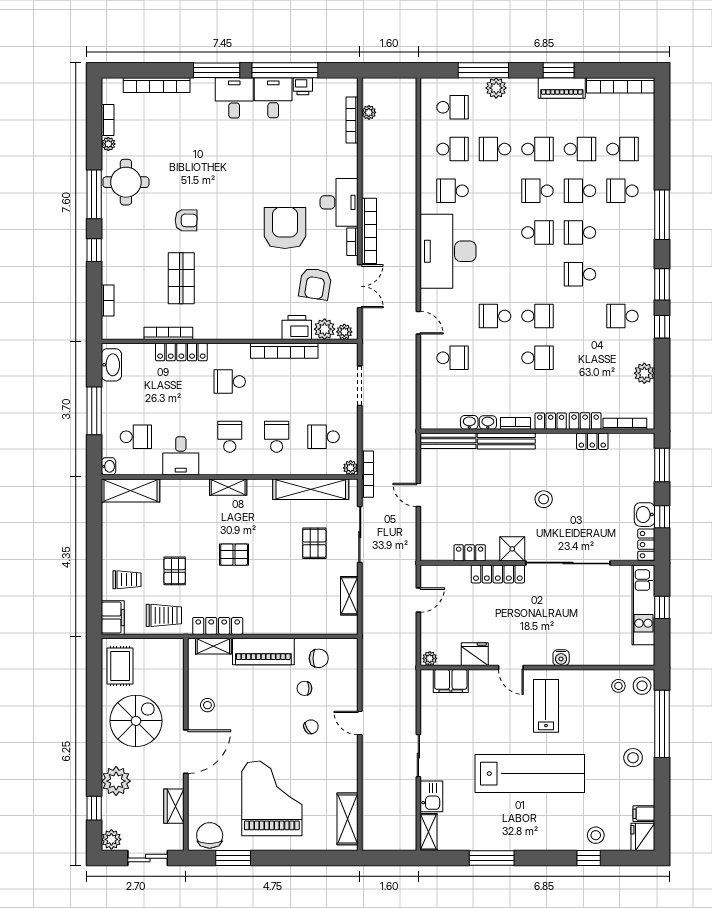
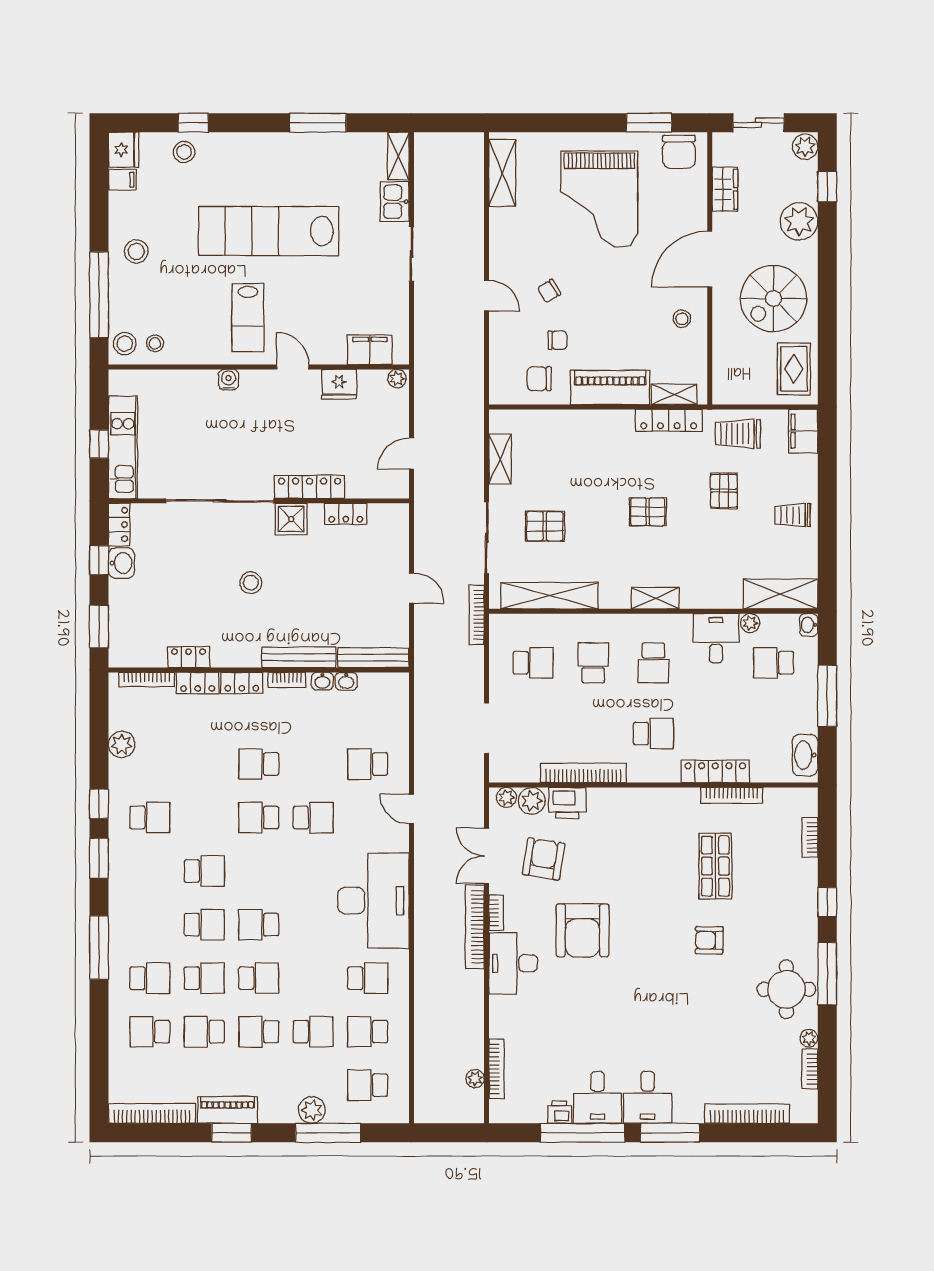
school desk: (277, 437) -> (593, 663), turned 180
plant: (351, 468) -> (750, 623), moved
pallet: (314, 543) -> (545, 526), turned 90
trolley: (127, 580) -> (792, 515), moved

